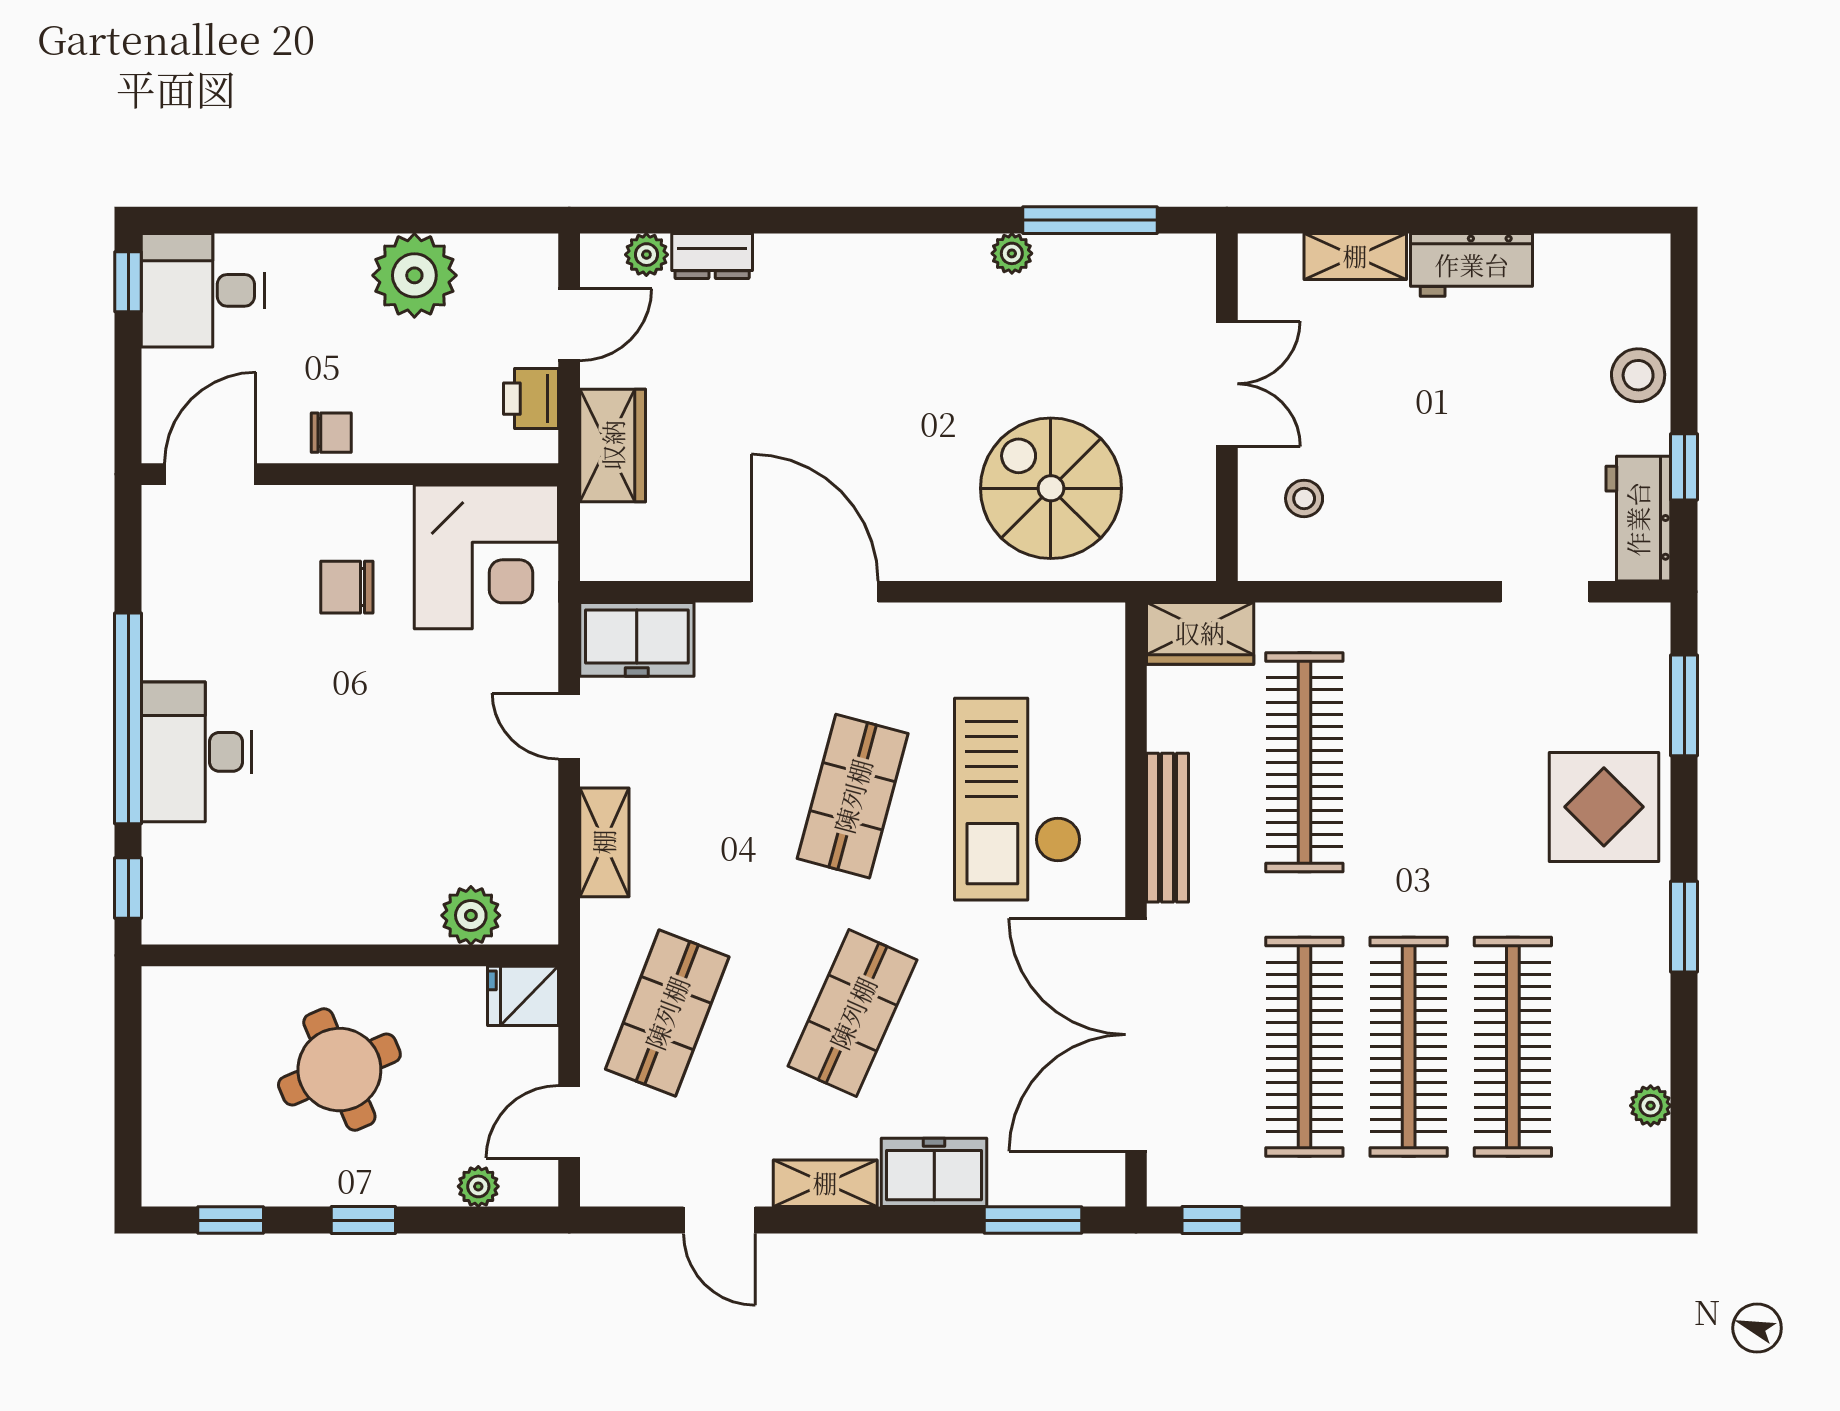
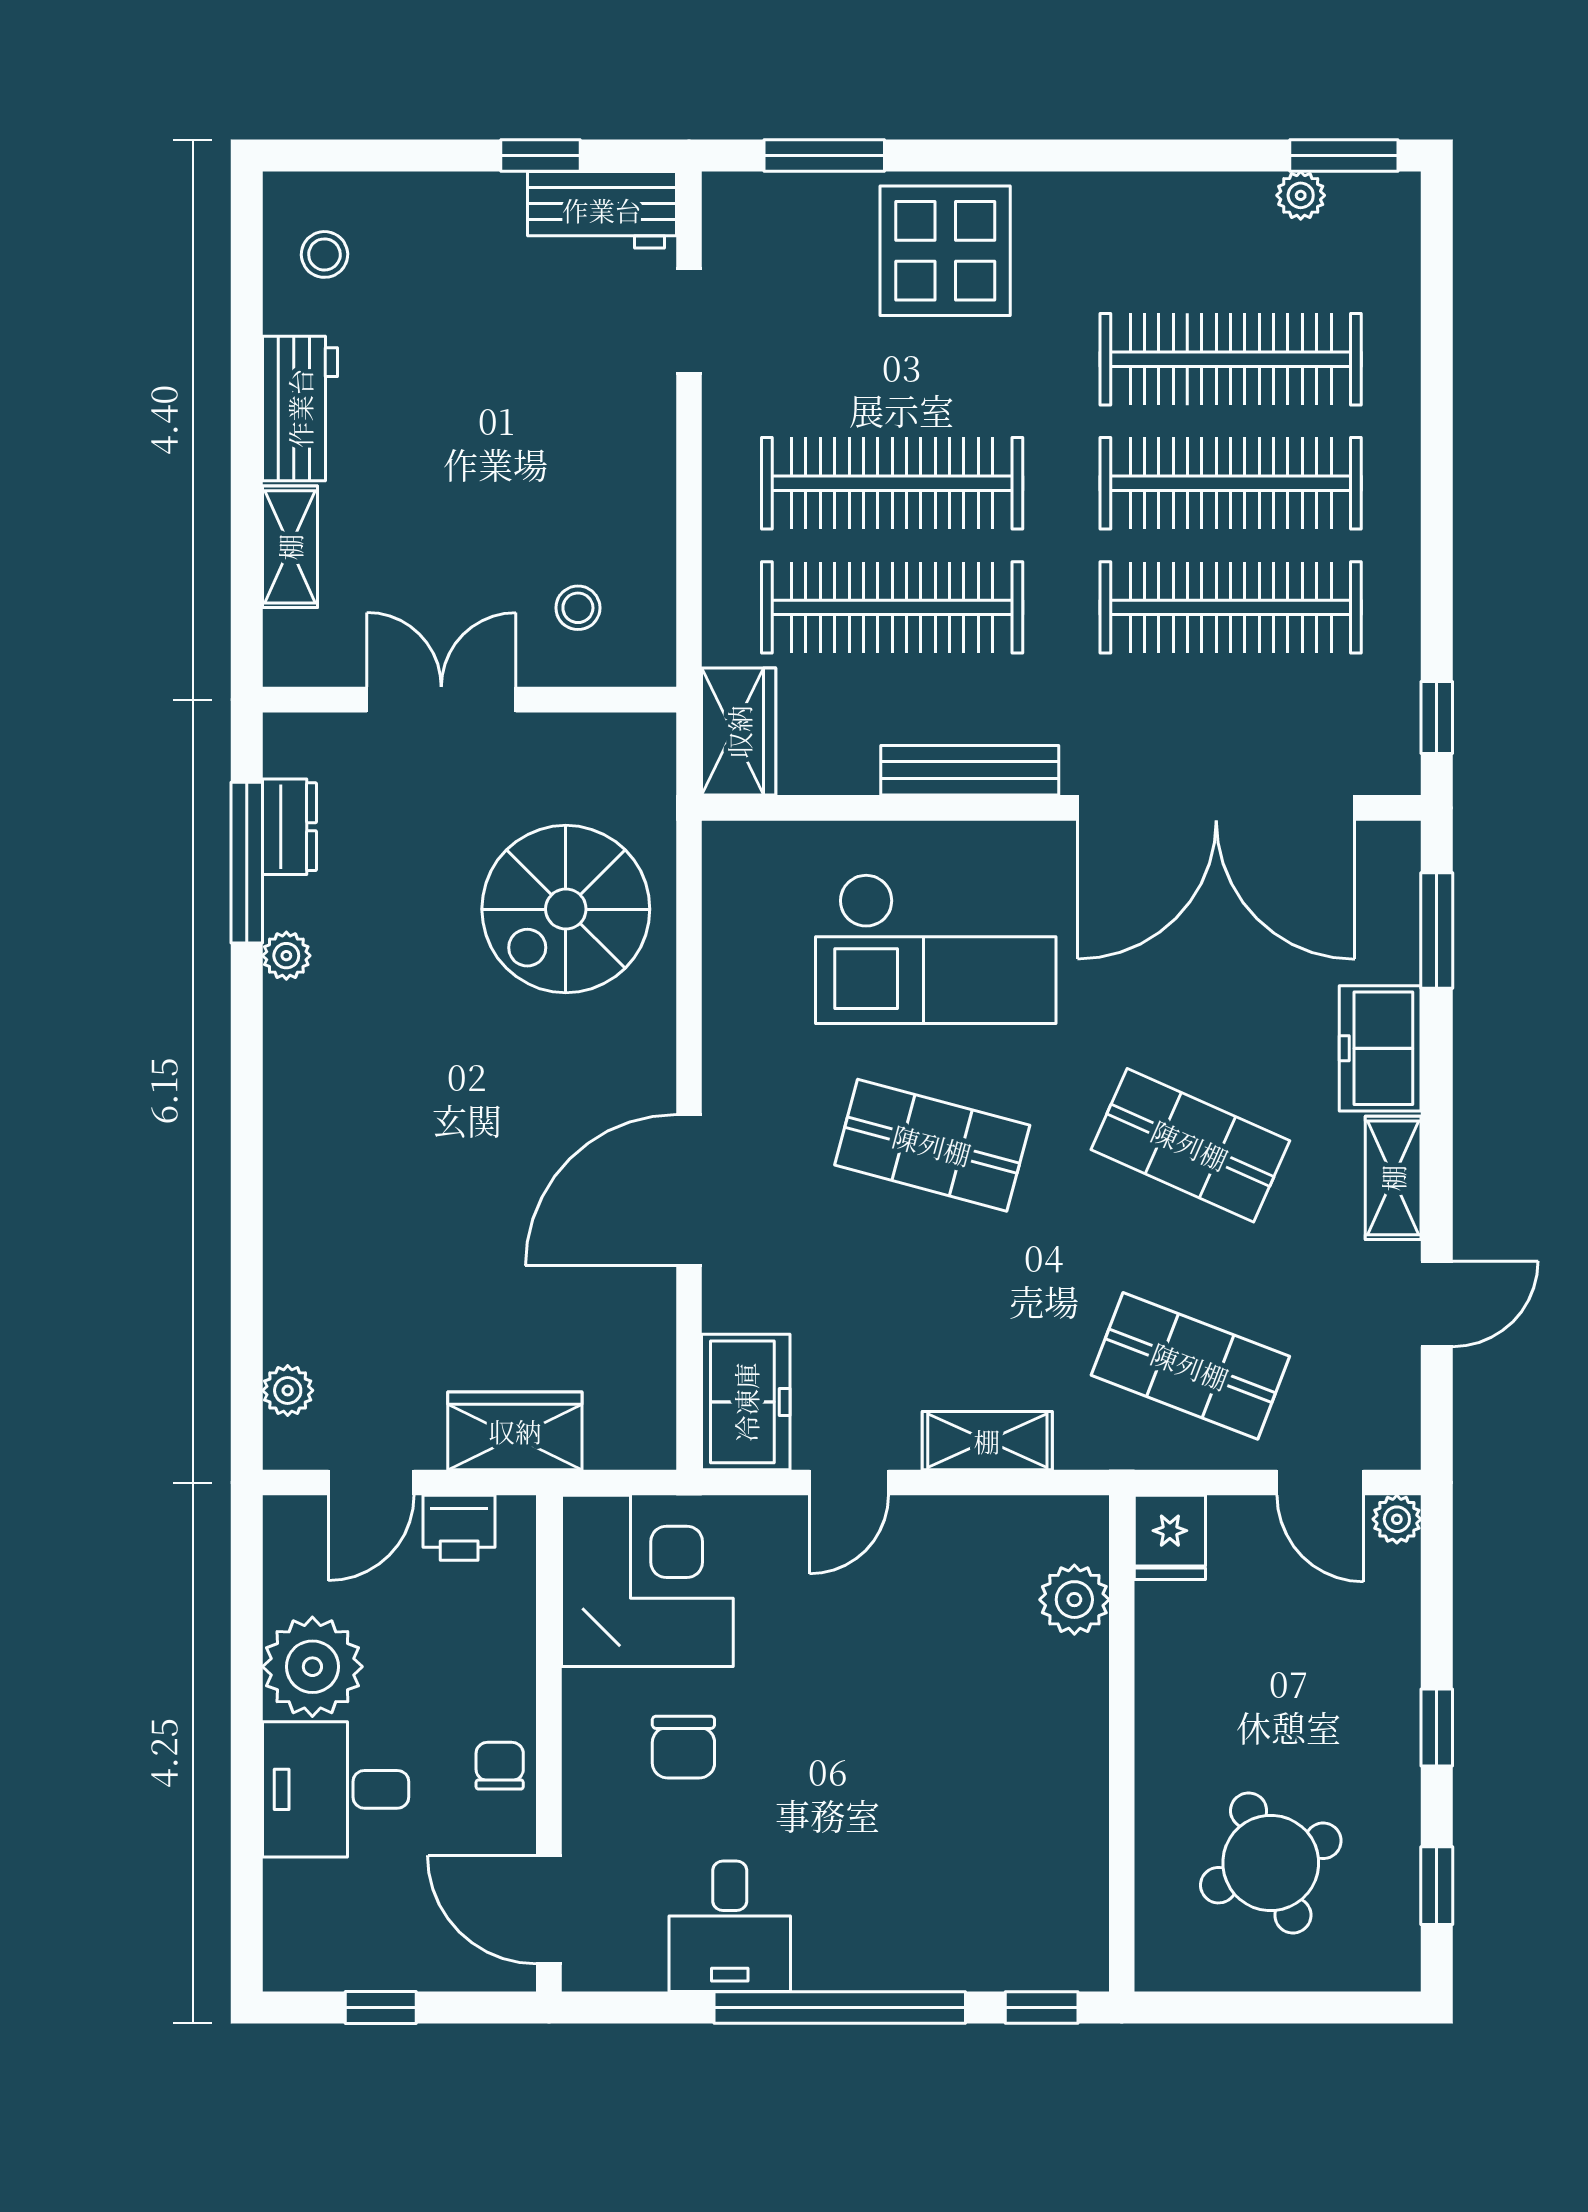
dresser: (712, 256) -> (290, 827), moved
window: (128, 282) -> (381, 2008), moved
desk: (203, 290) -> (336, 1789), moved, turned 90
door: (569, 325) -> (371, 1483), swing flipped
stool: (1638, 375) -> (324, 254), moved, width x0.73, depth x0.73
desk: (196, 752) -> (730, 1926), moved, width x0.73
clothes rail: (1409, 762) -> (892, 483), added
window: (1684, 927) -> (1344, 156), moved
round table: (339, 1070) -> (1271, 1863), moved
plant: (478, 1186) -> (1397, 1519), moved

